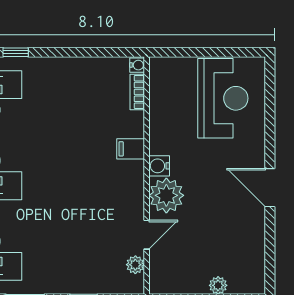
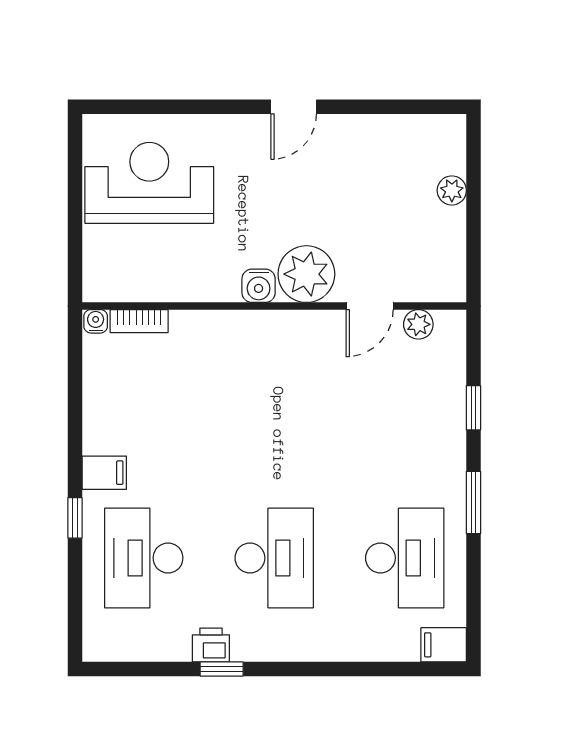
filing cabinet: (131, 149) -> (104, 473), moved, turned -90
door: (270, 188) -> (294, 107), width x0.73
door: (147, 235) -> (370, 306), swing flipped

